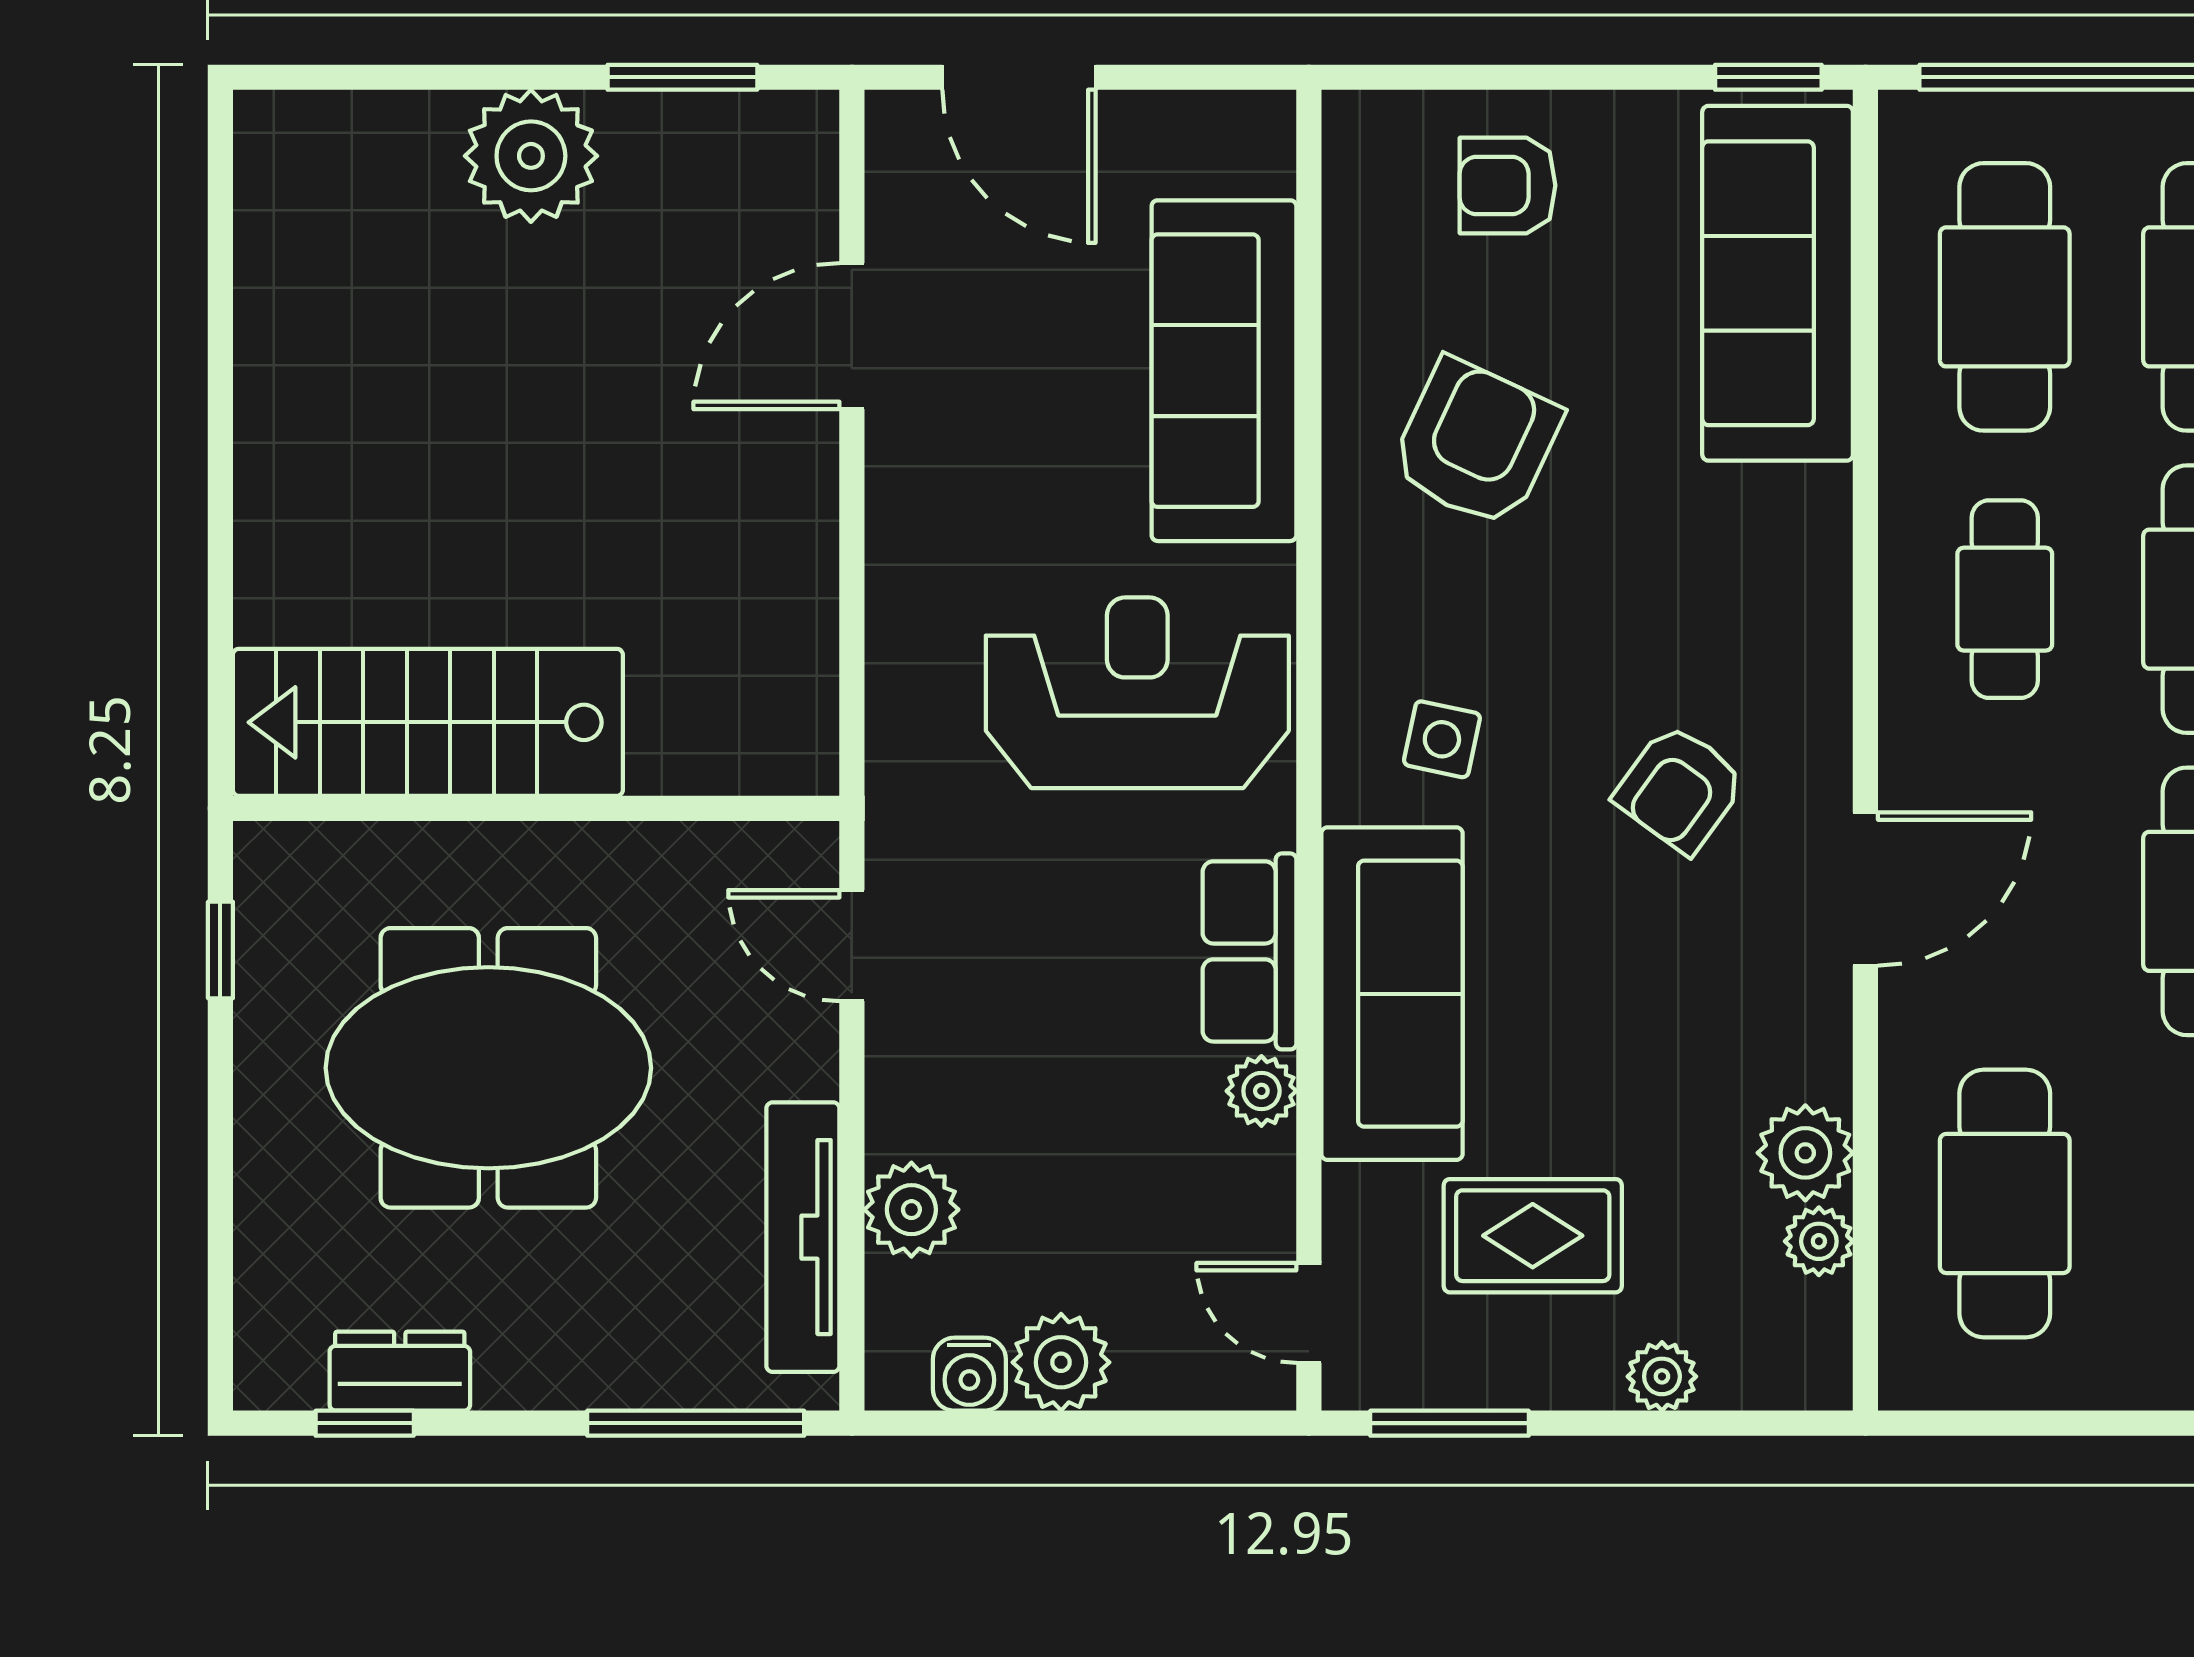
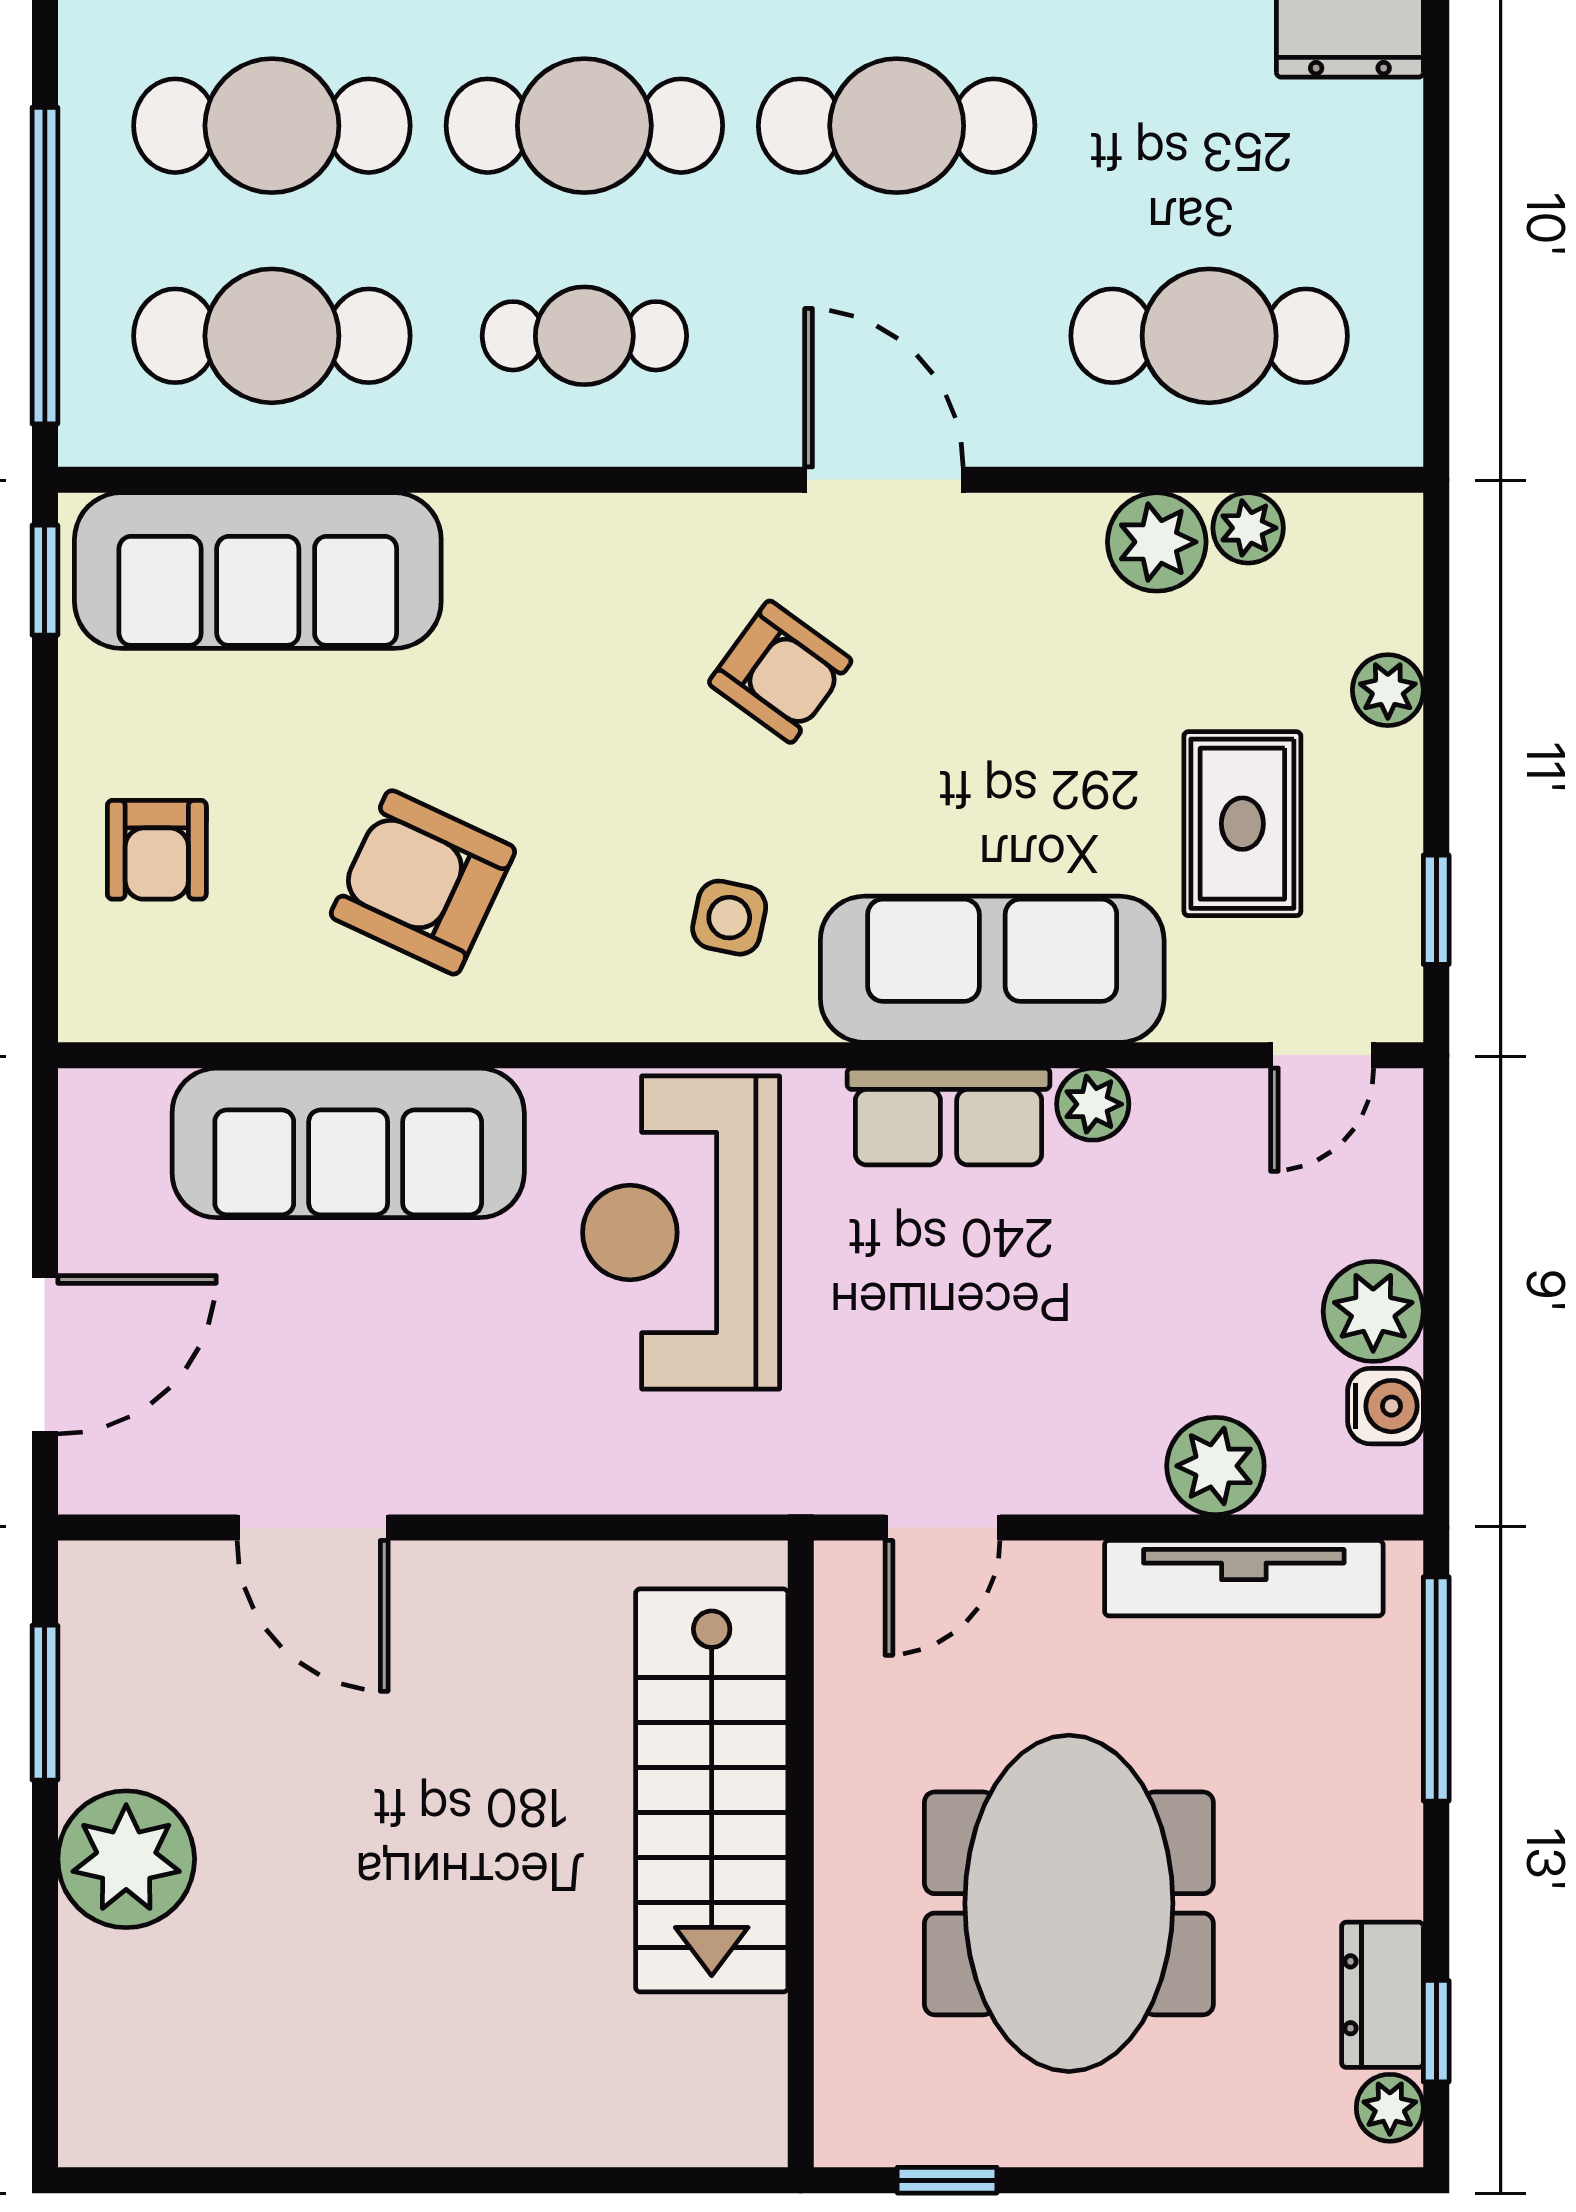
stairs: (428, 722) -> (712, 1790), moved
plant: (290, 1378) -> (1390, 2108), added
window: (1449, 1423) -> (1436, 910), width x0.67

